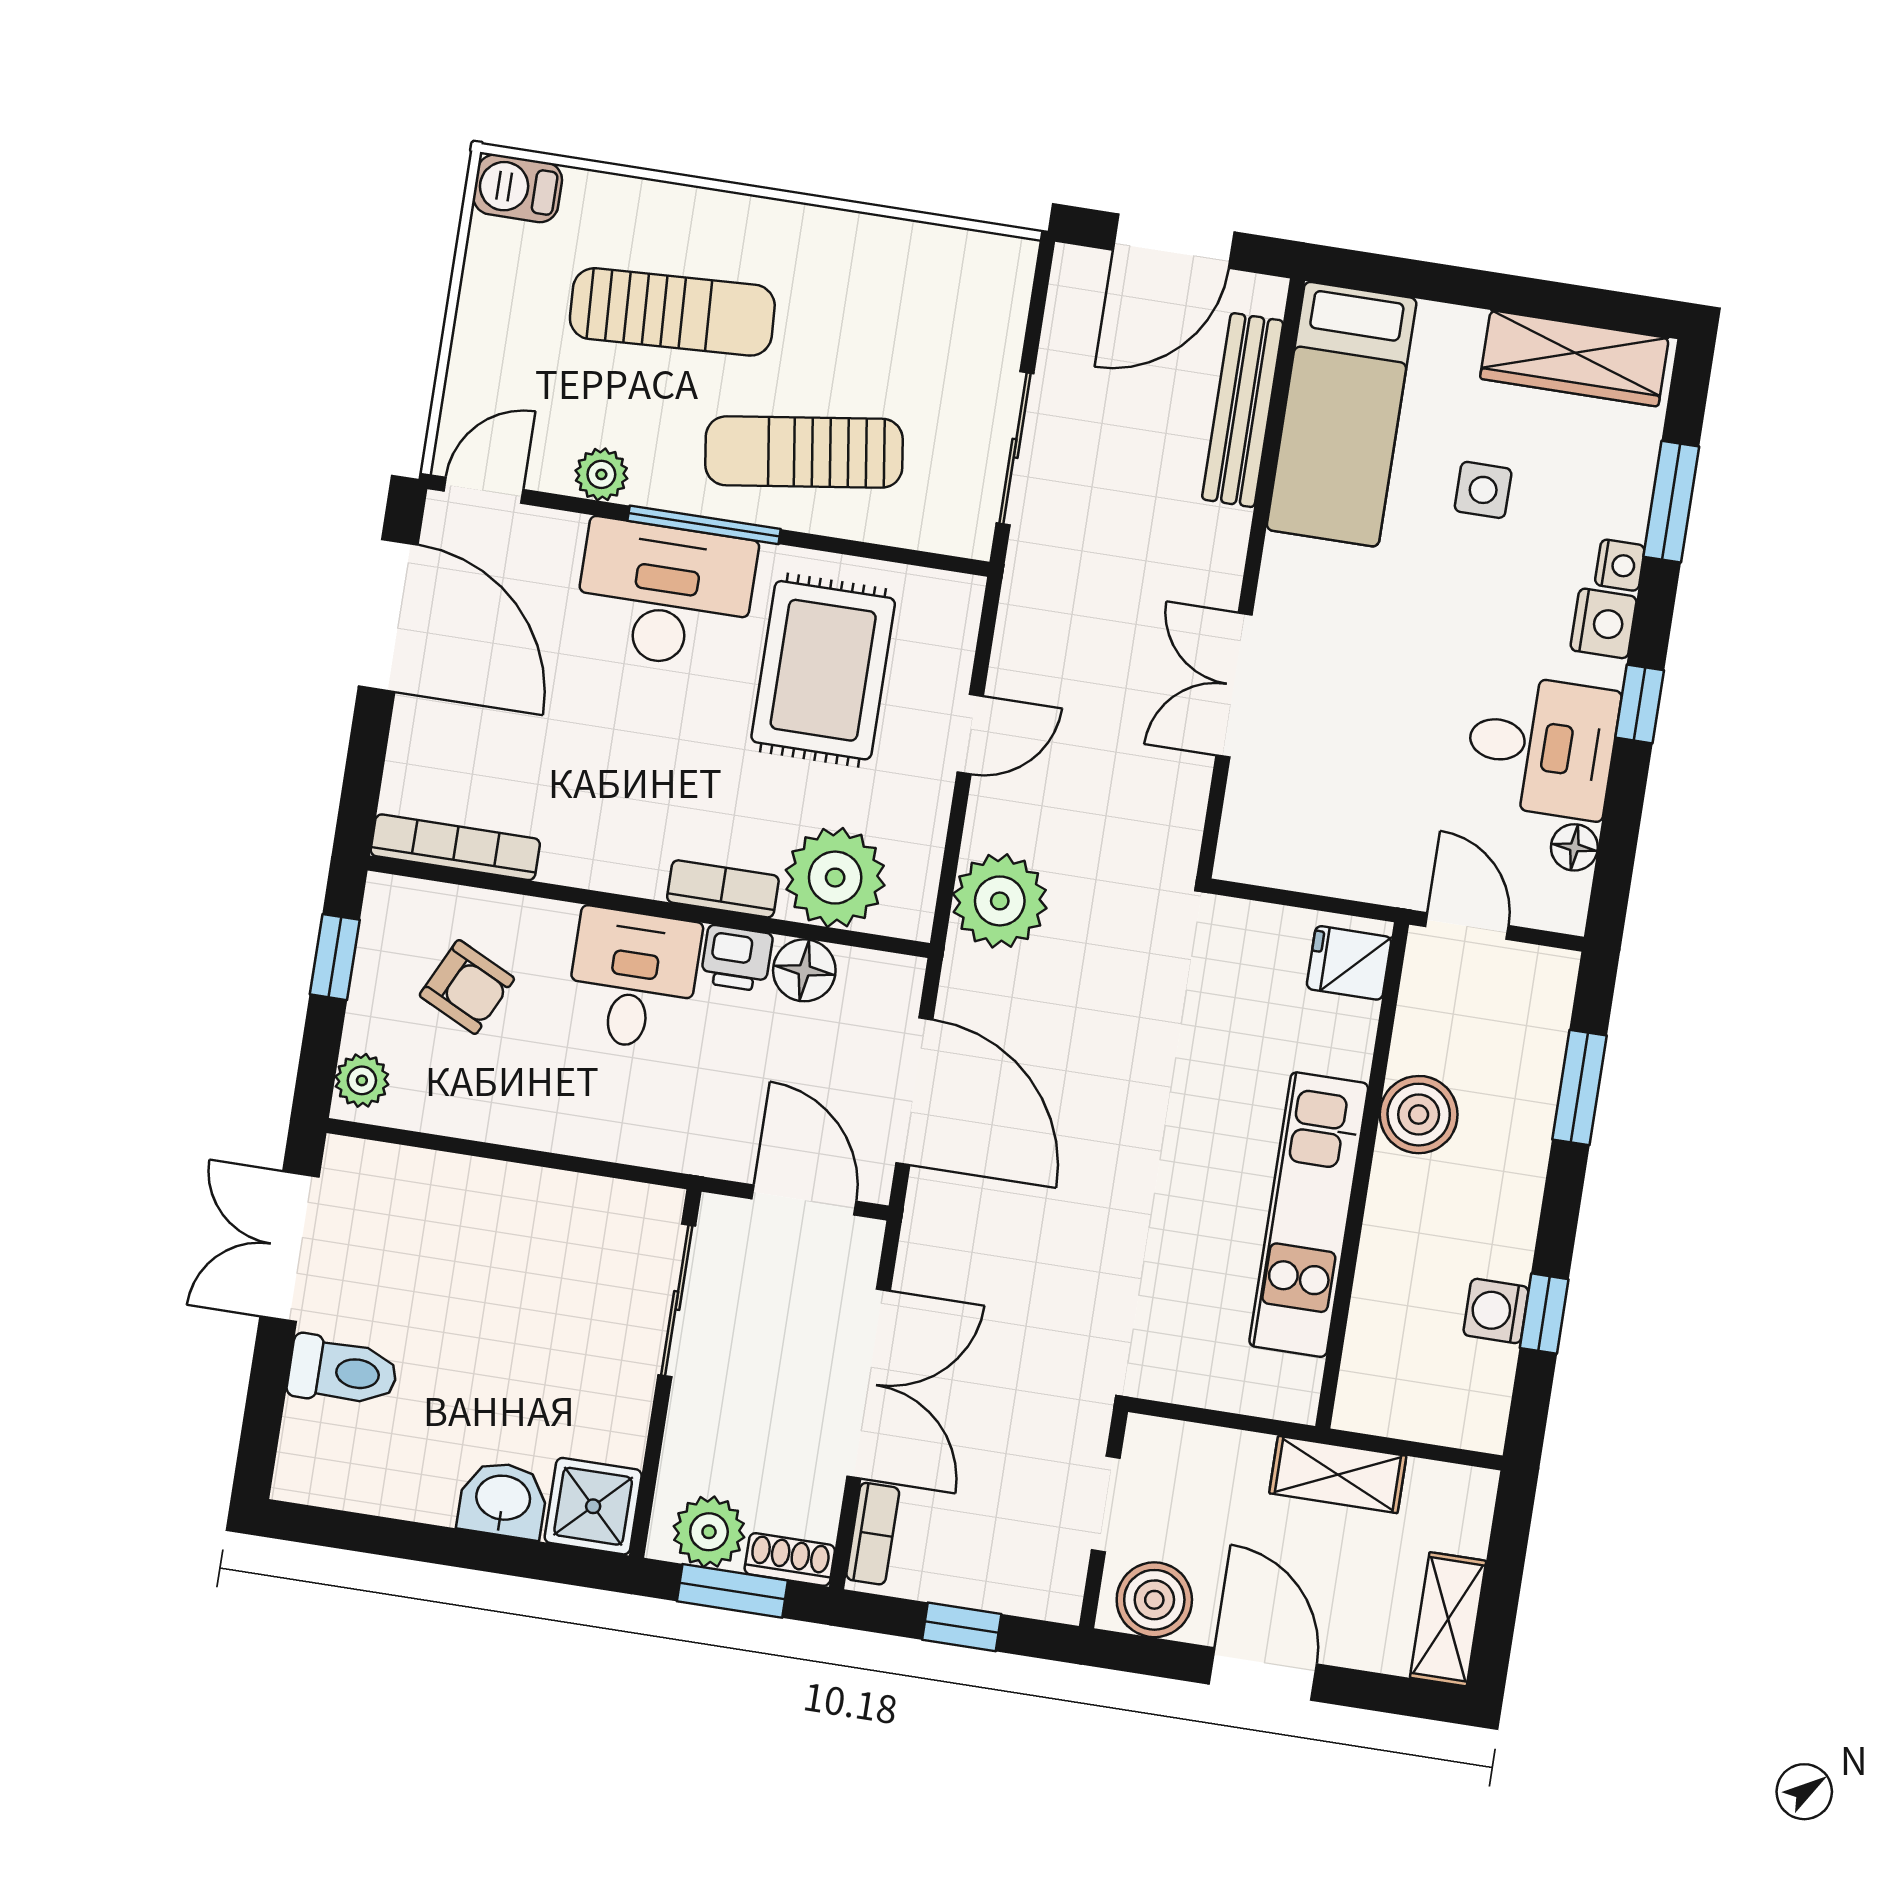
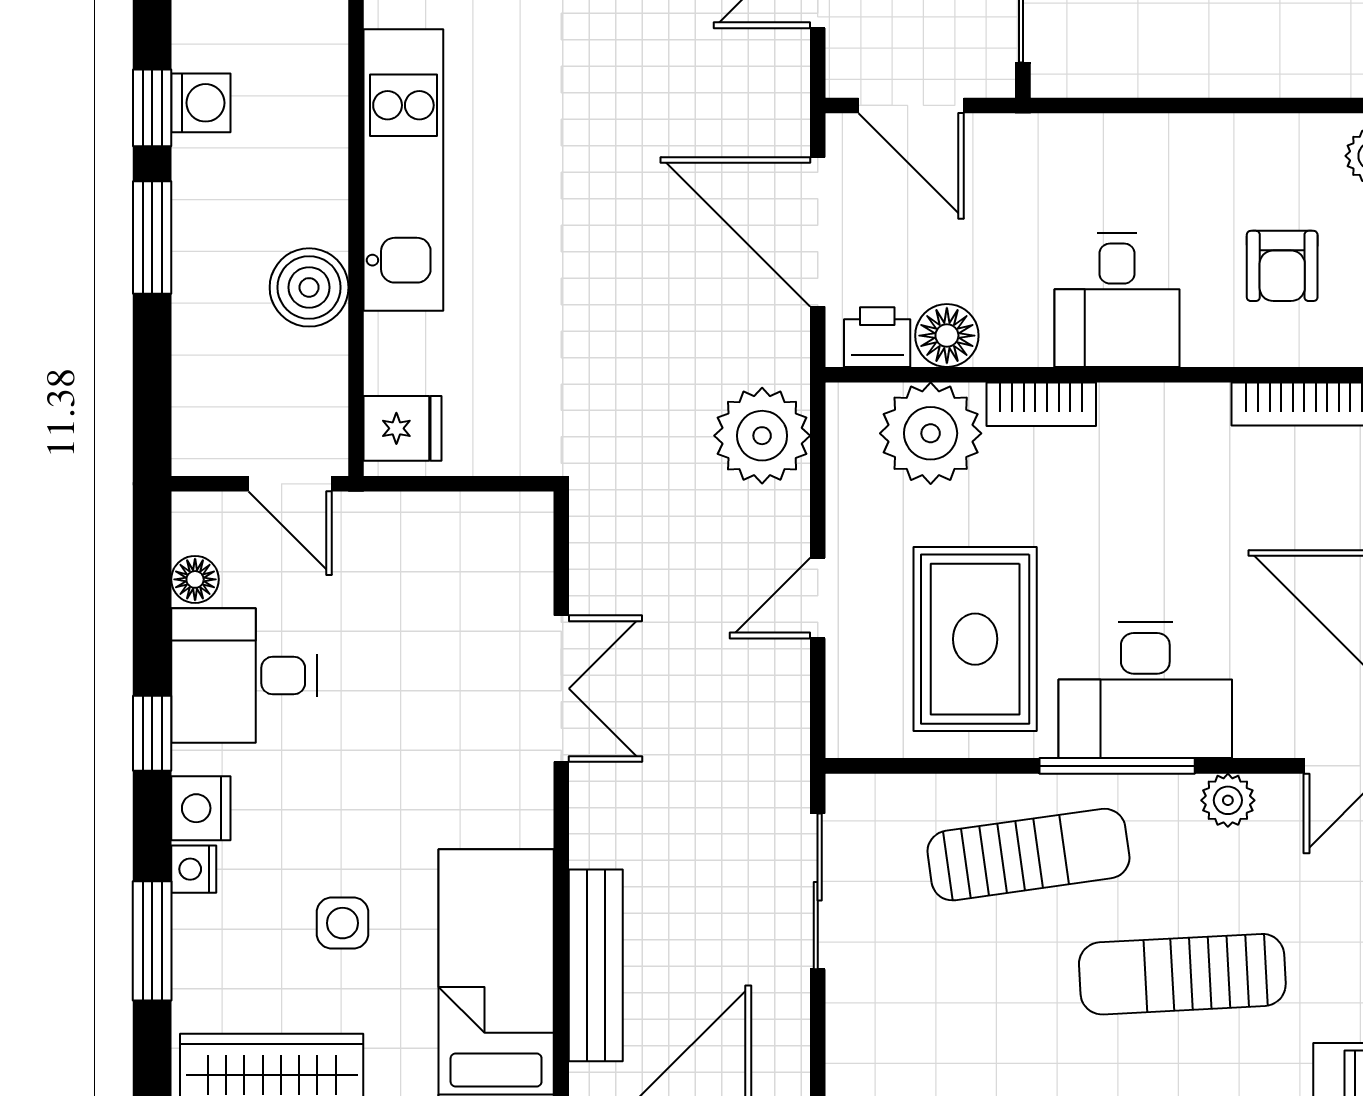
printer: (737, 958) -> (877, 337), moved
armchair: (467, 987) -> (1282, 266), turned -116
window: (1580, 1087) -> (152, 238), moved

